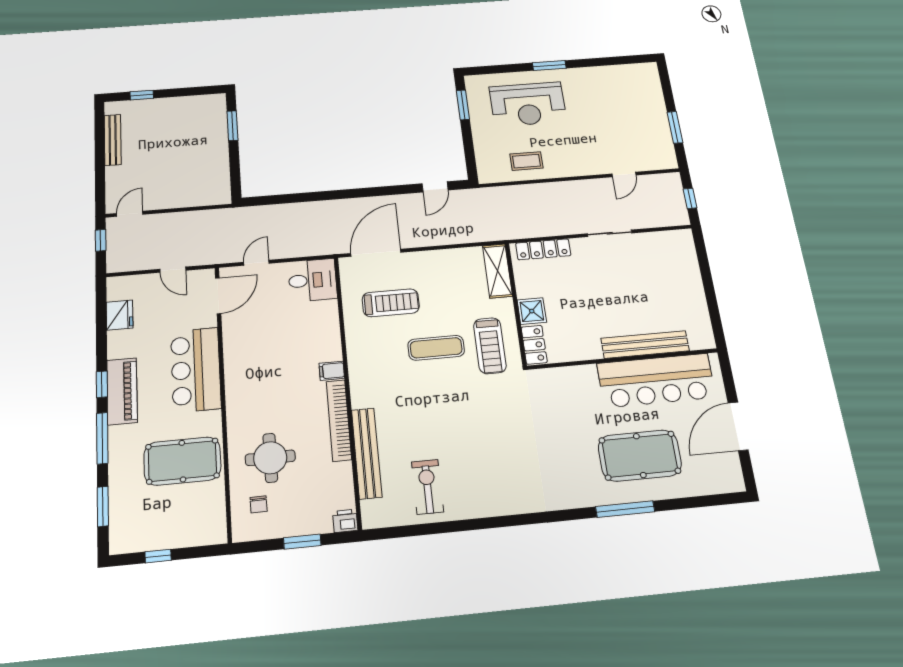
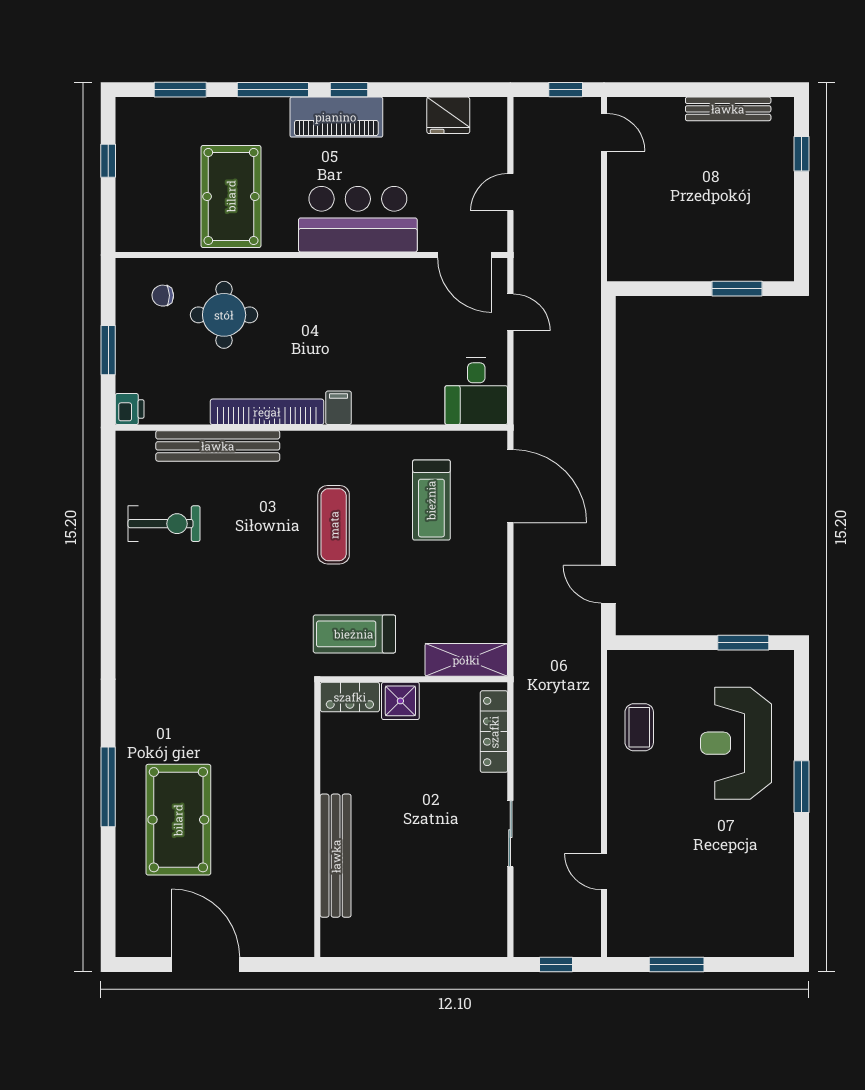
exercise mat: (436, 348) -> (334, 525), moved
bar counter: (656, 380) -> (282, 862), removed

